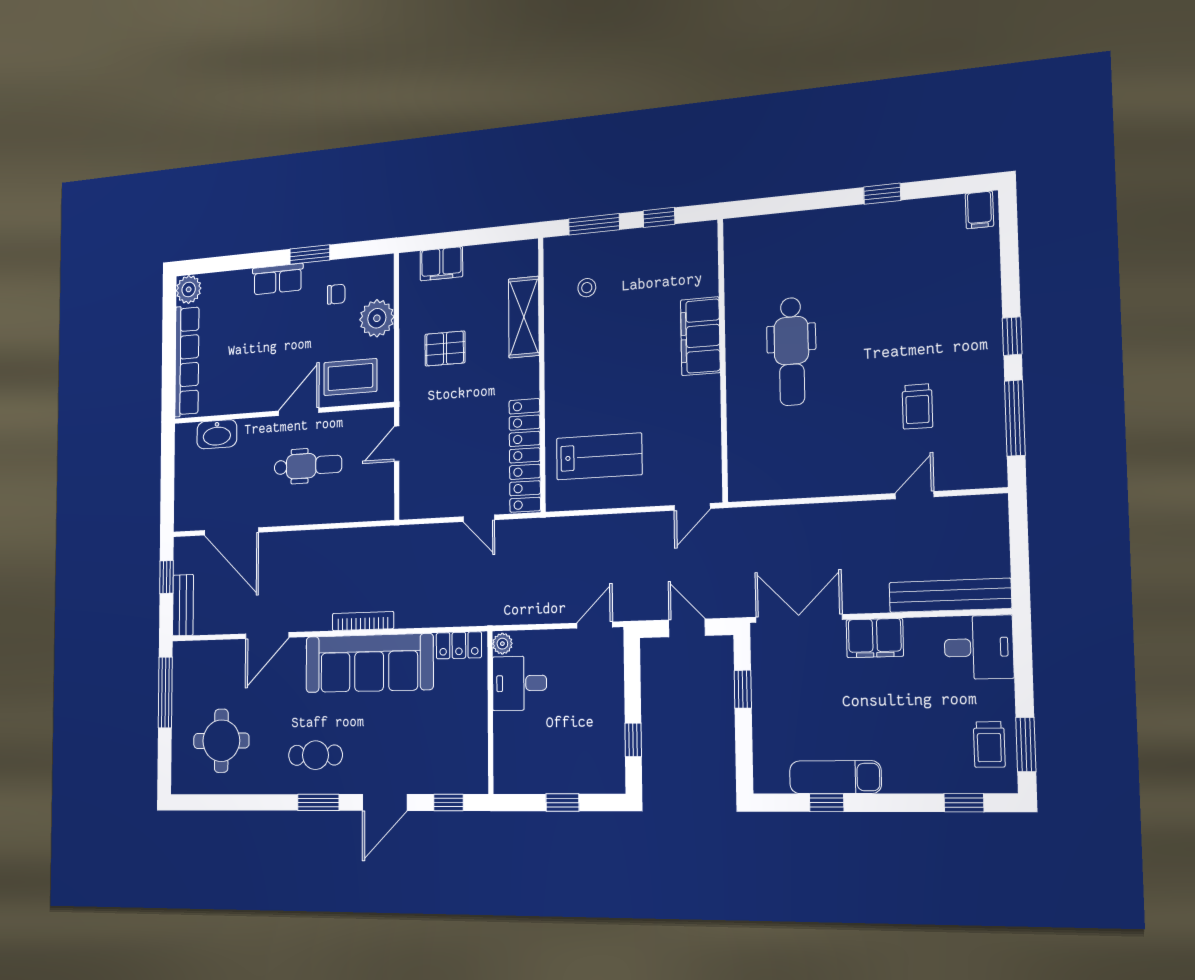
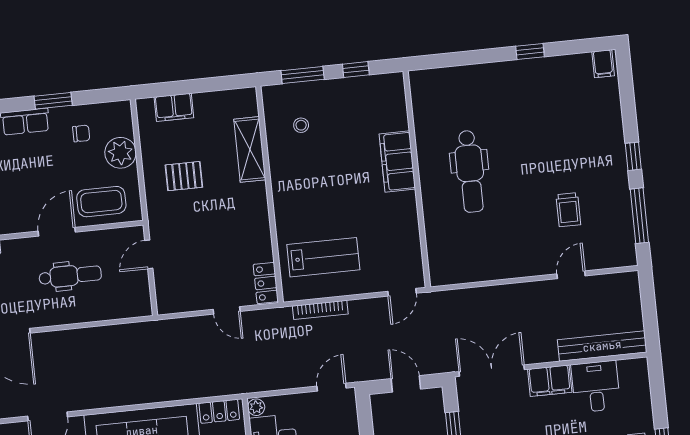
locker: (525, 455) -> (266, 283), width x0.46, depth x0.83
bookcase: (363, 621) -> (320, 310), moved, turned 180
desk: (979, 647) -> (596, 387), moved, turned -90

